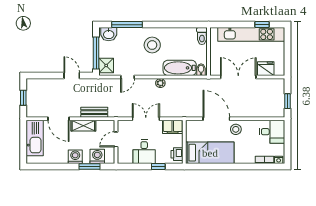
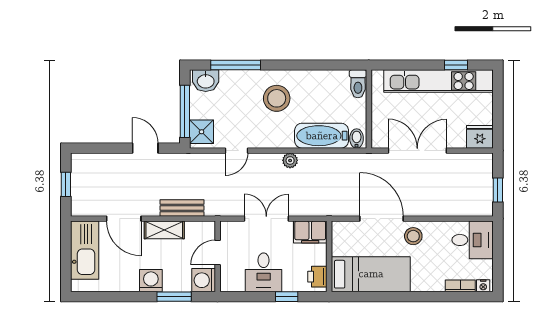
fridge: (266, 69) -> (480, 137), moved
washing machine: (97, 156) -> (204, 280), moved, turned -90

